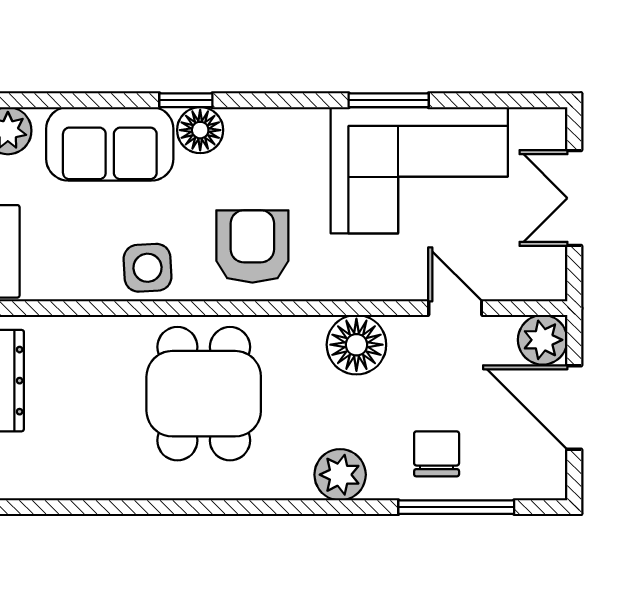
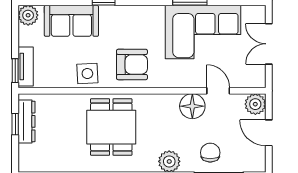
floor lamp: (200, 130) -> (110, 15), removed
armchair: (252, 246) -> (132, 64), turned 90
floor lamp: (356, 345) -> (192, 106), moved
door: (574, 408) -> (269, 133), width x0.73

